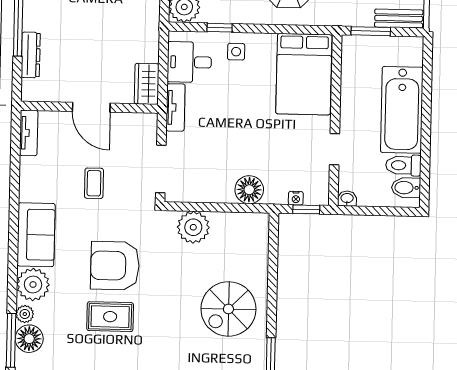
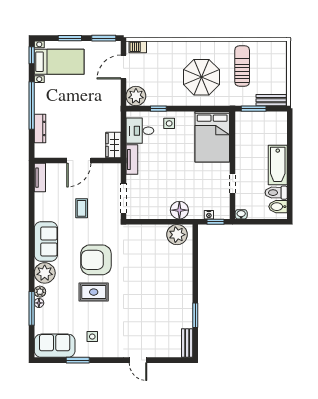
door: (91, 107) -> (79, 161), hinge flipped
bathtub: (402, 110) -> (278, 165), width x0.73, depth x0.73
plant: (193, 227) -> (177, 235), moved
spiral stairs: (228, 309) -> (168, 286), removed
floor lamp: (29, 339) -> (39, 303), width x0.53, depth x0.53

